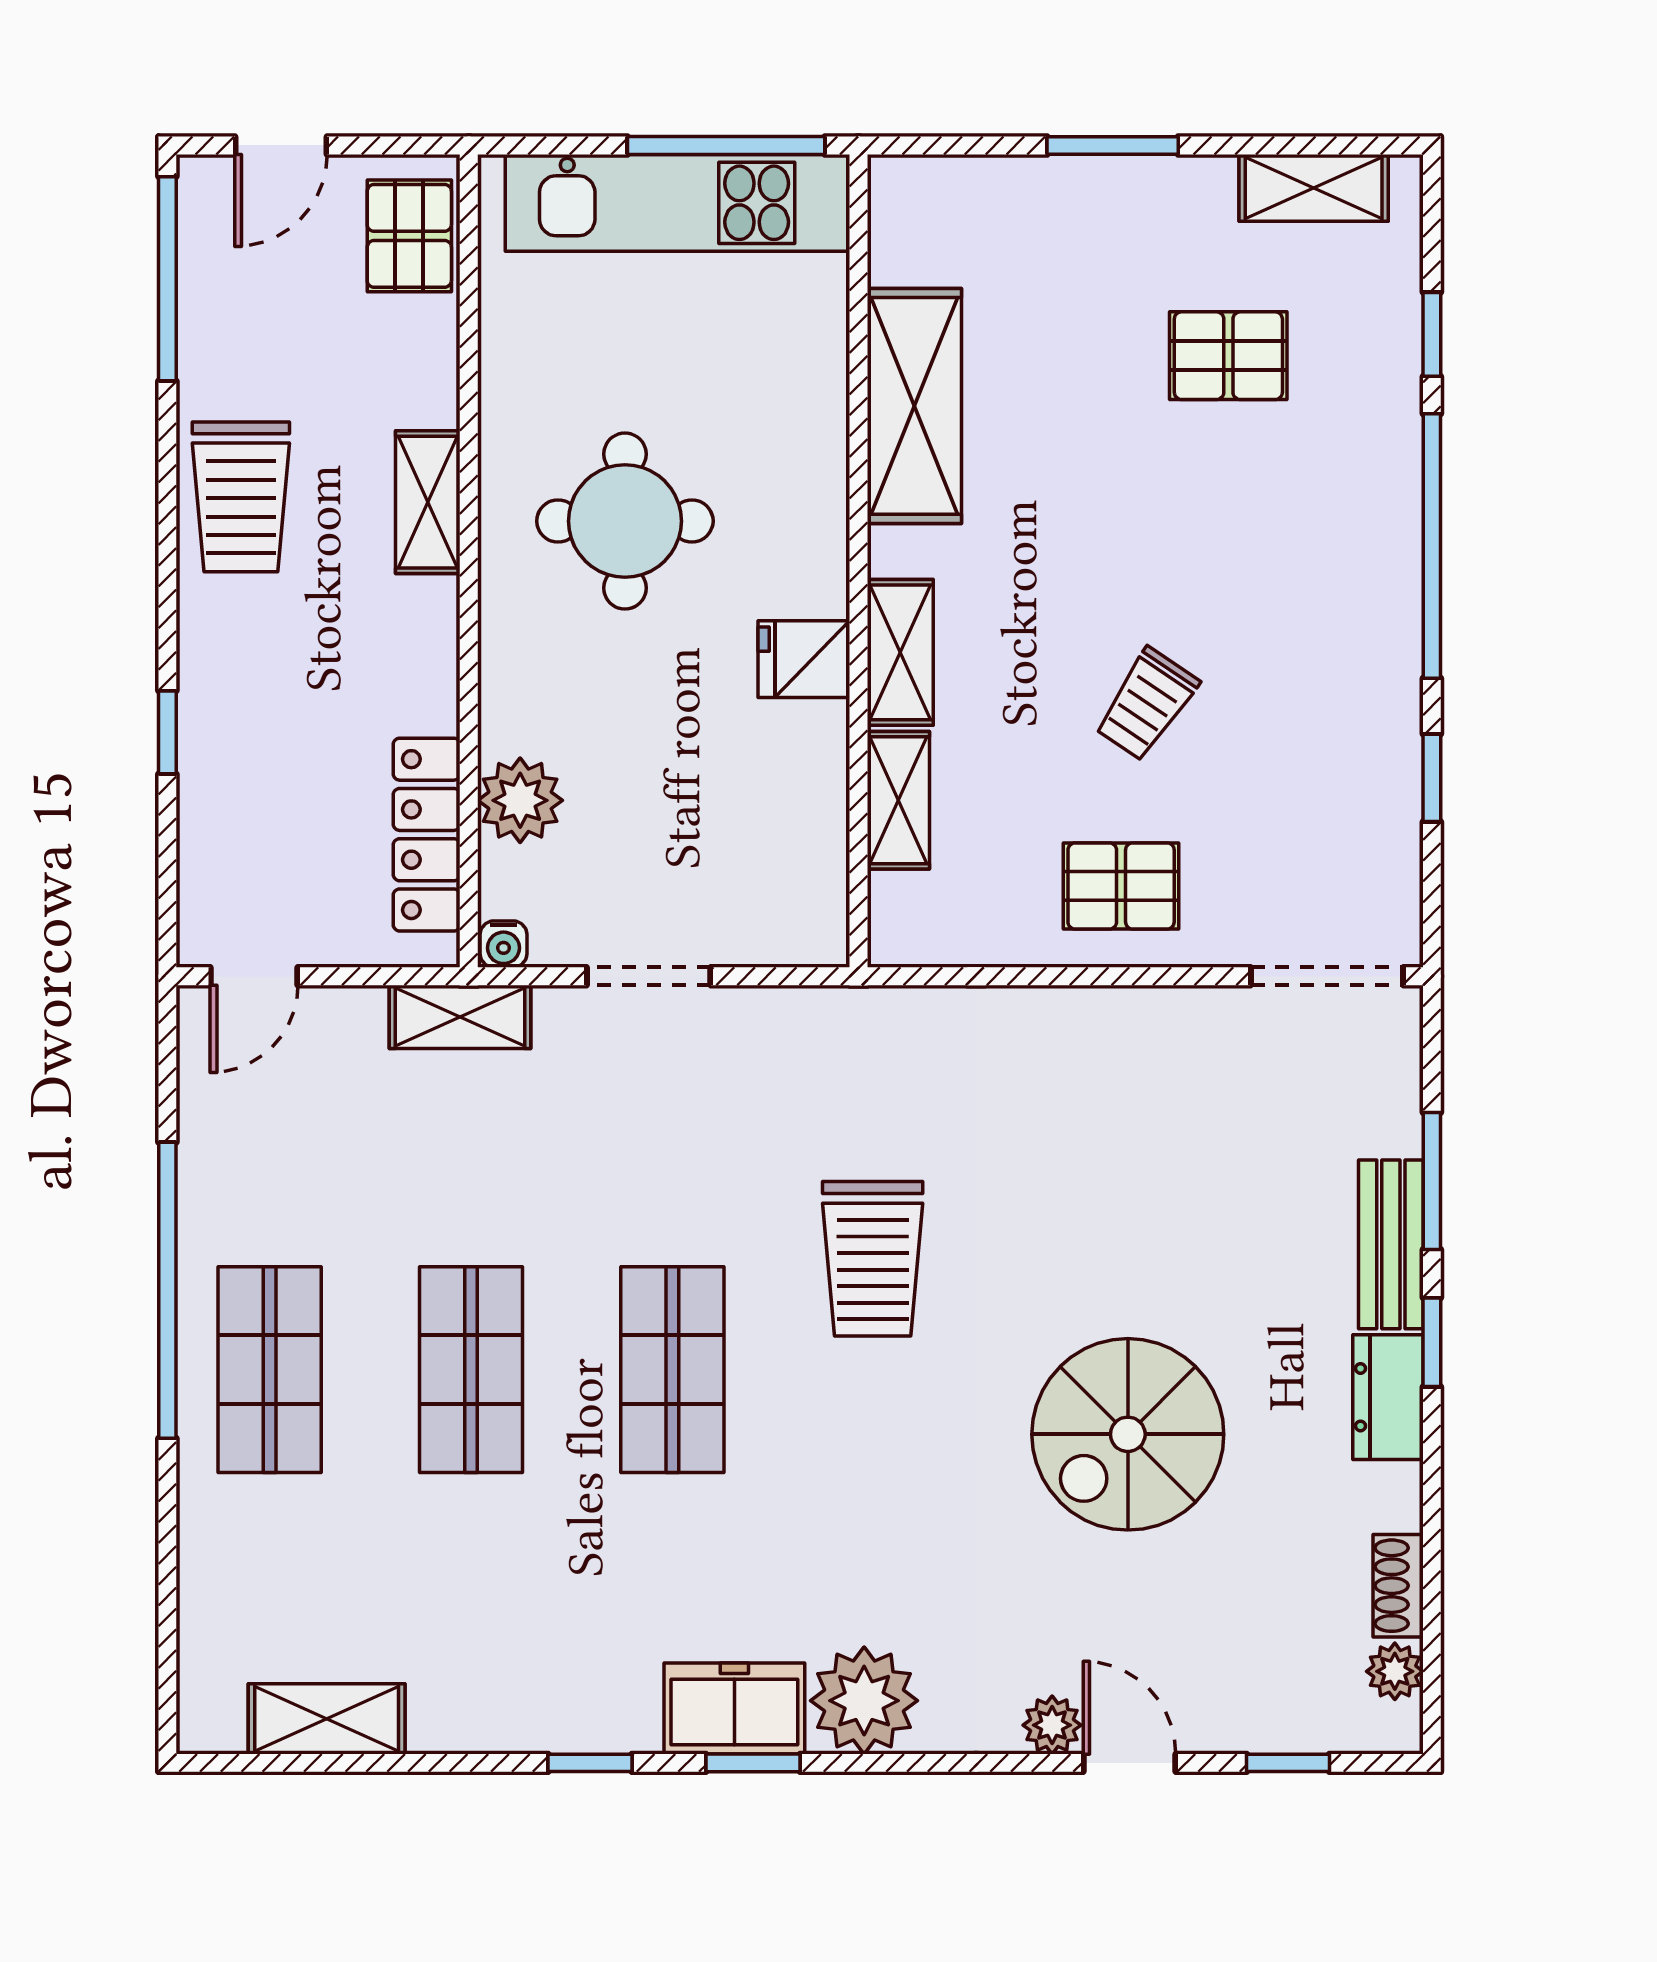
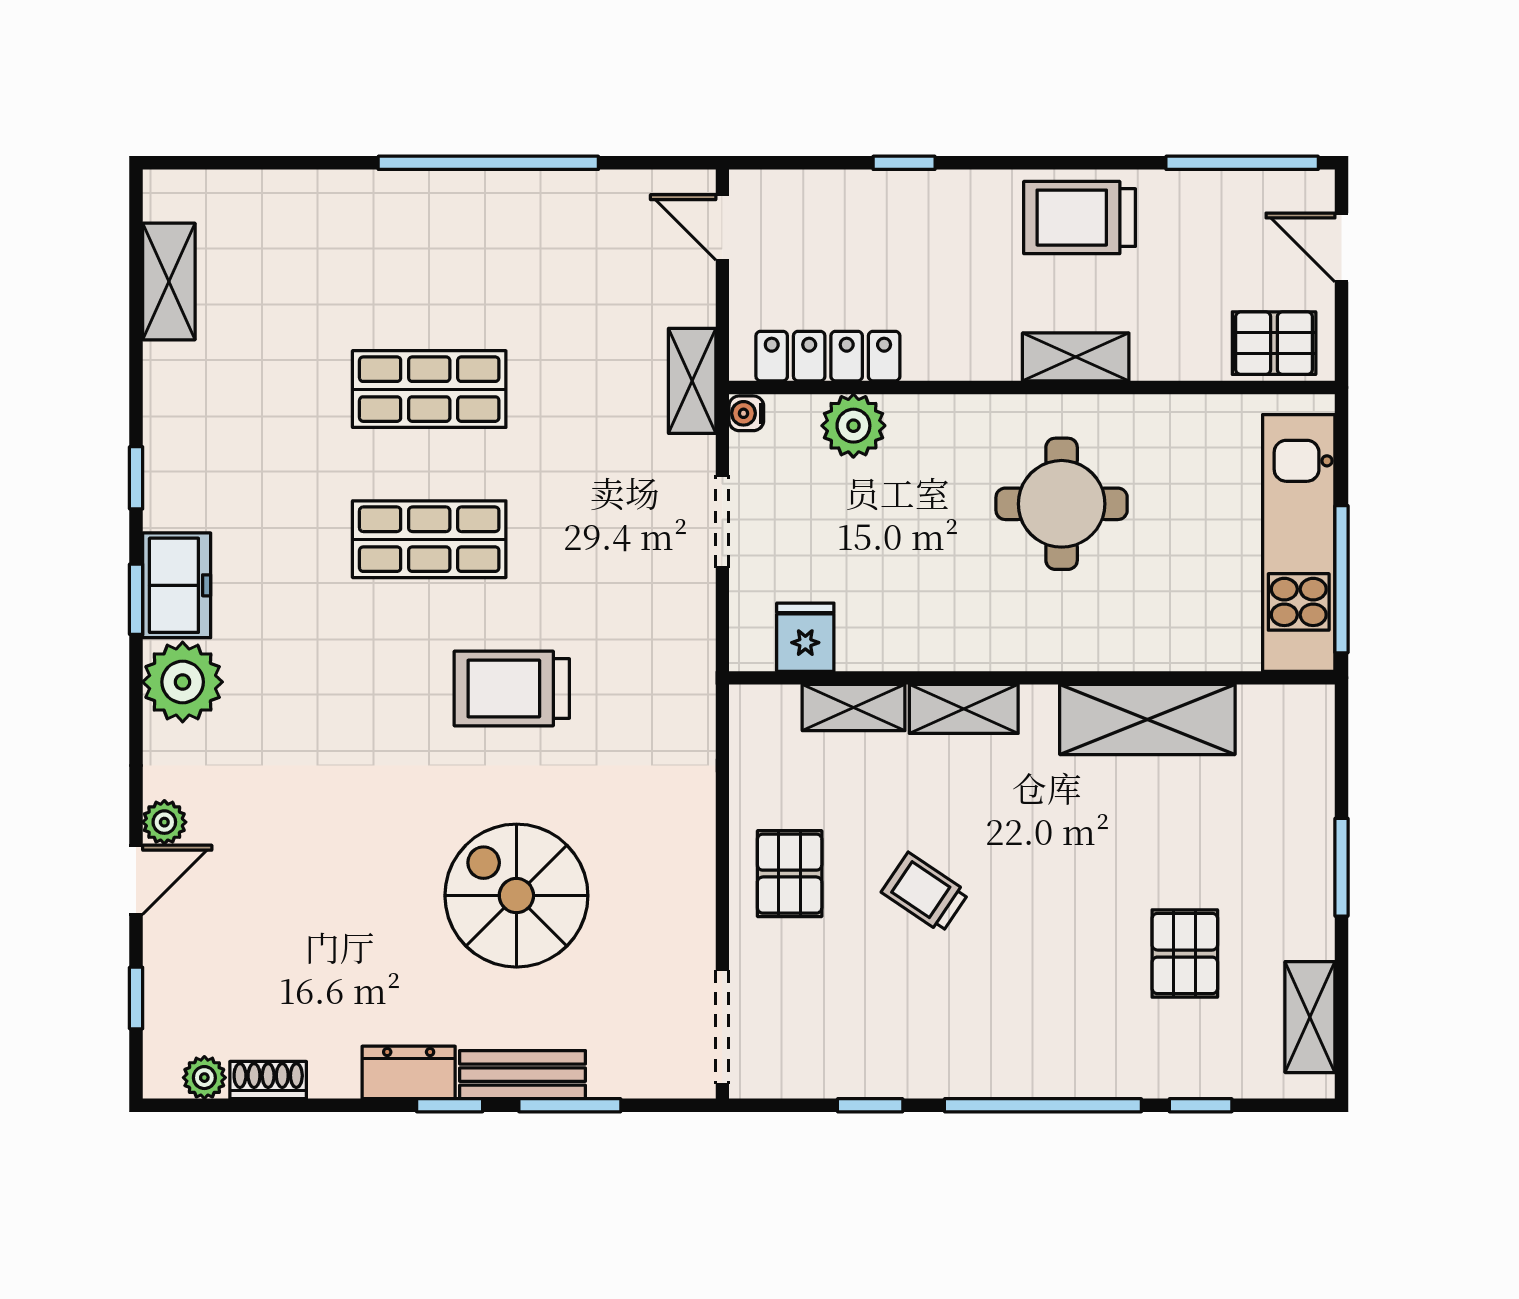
fridge: (804, 659) -> (805, 637), moved
shop shelf: (270, 1370) -> (429, 239), removed
spiral stairs: (1128, 1434) -> (516, 896), moved

